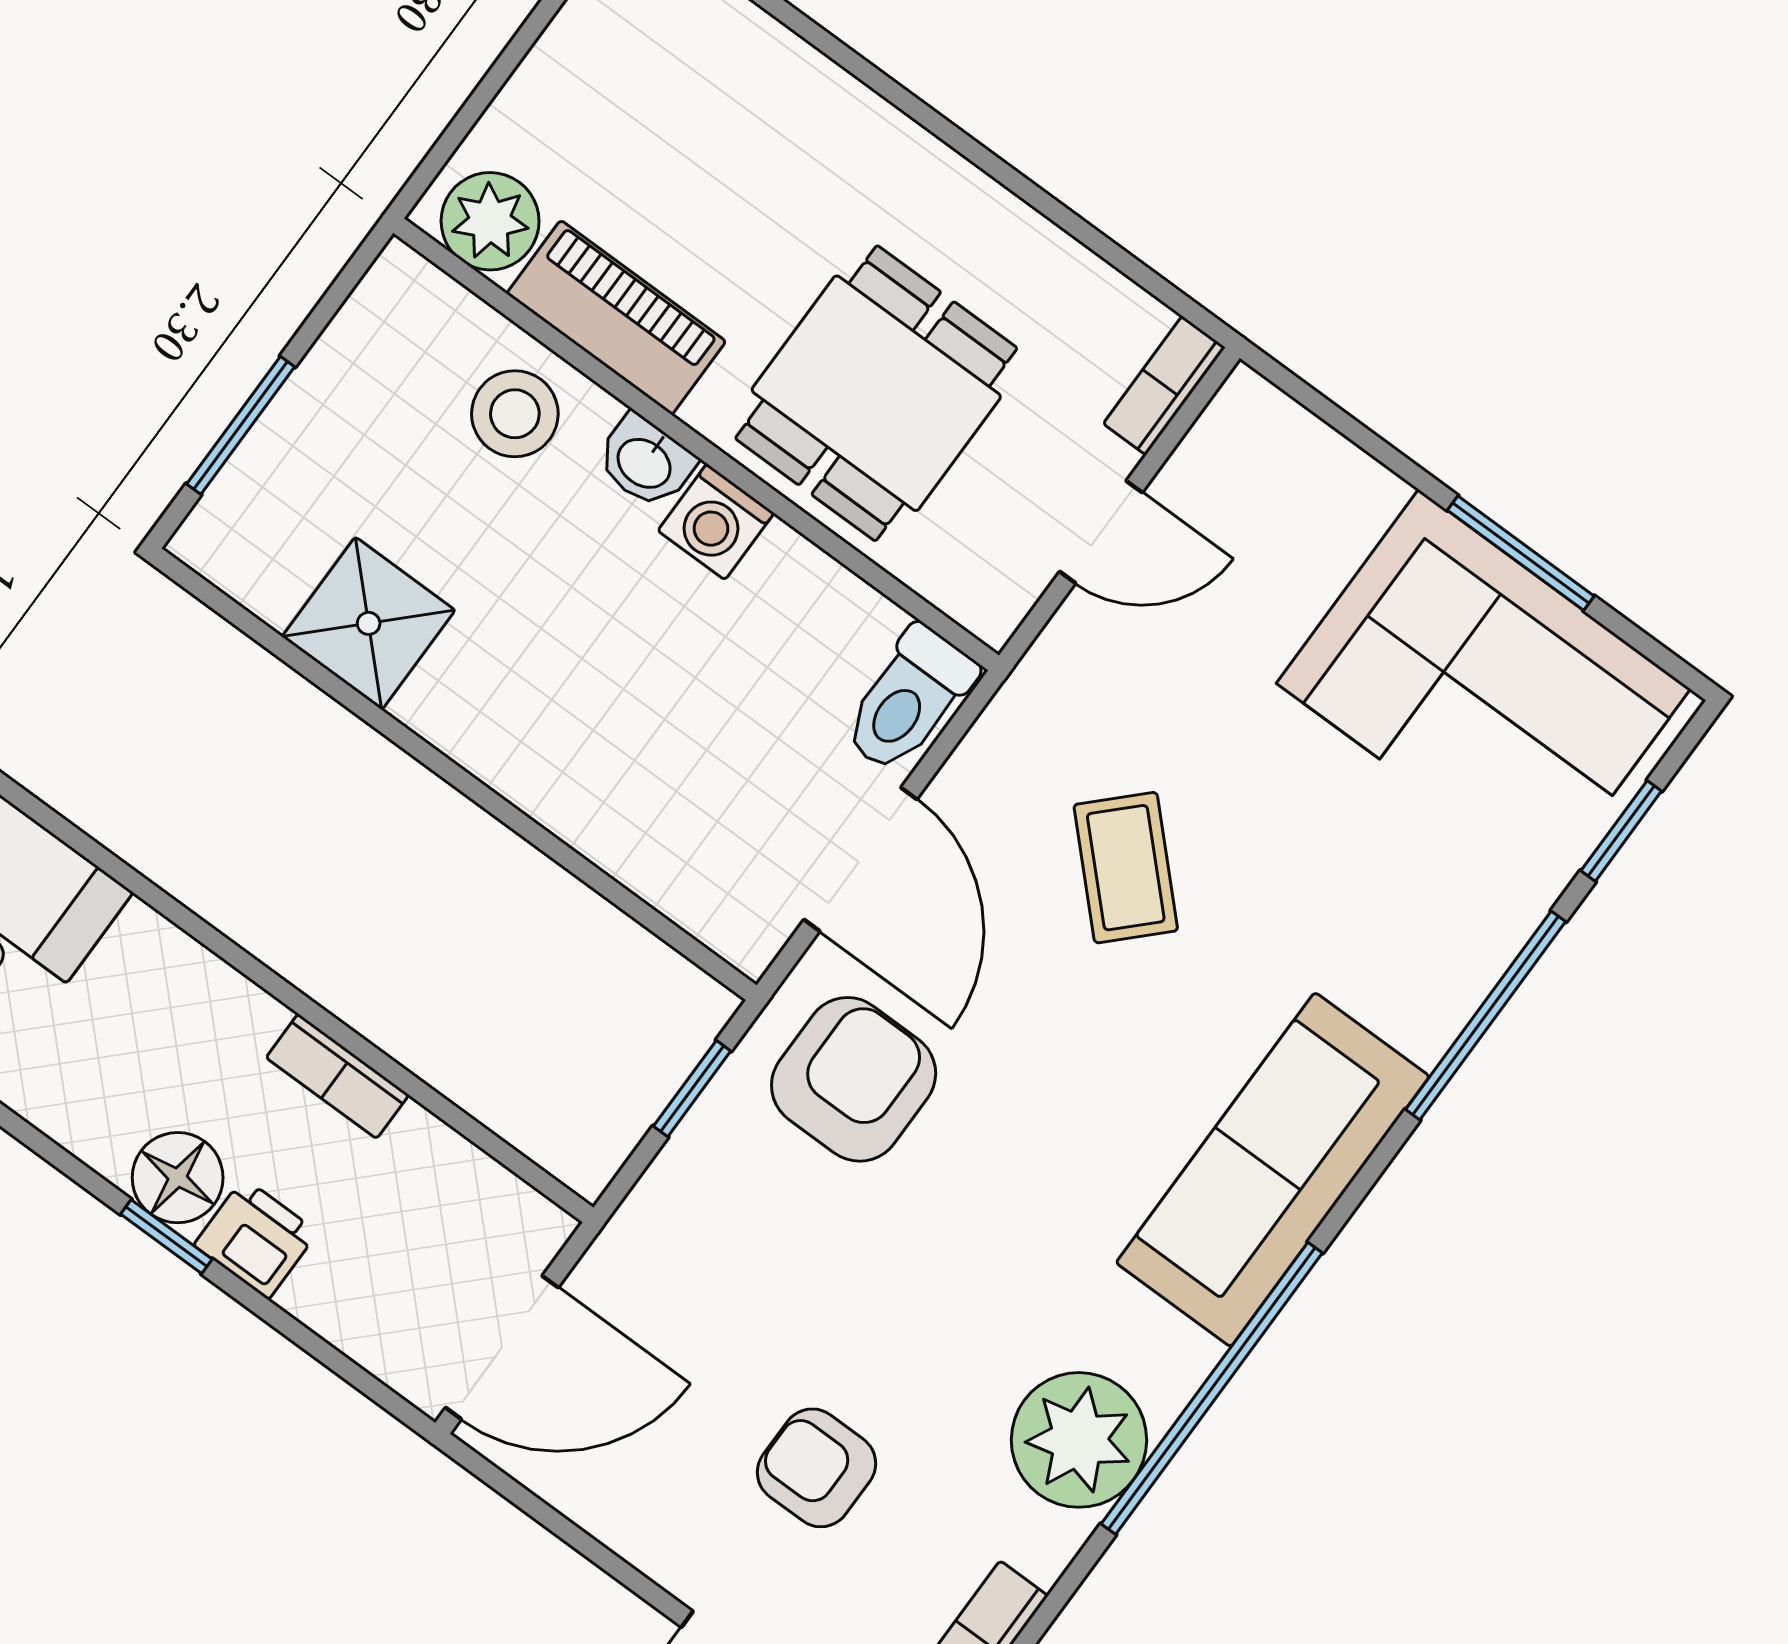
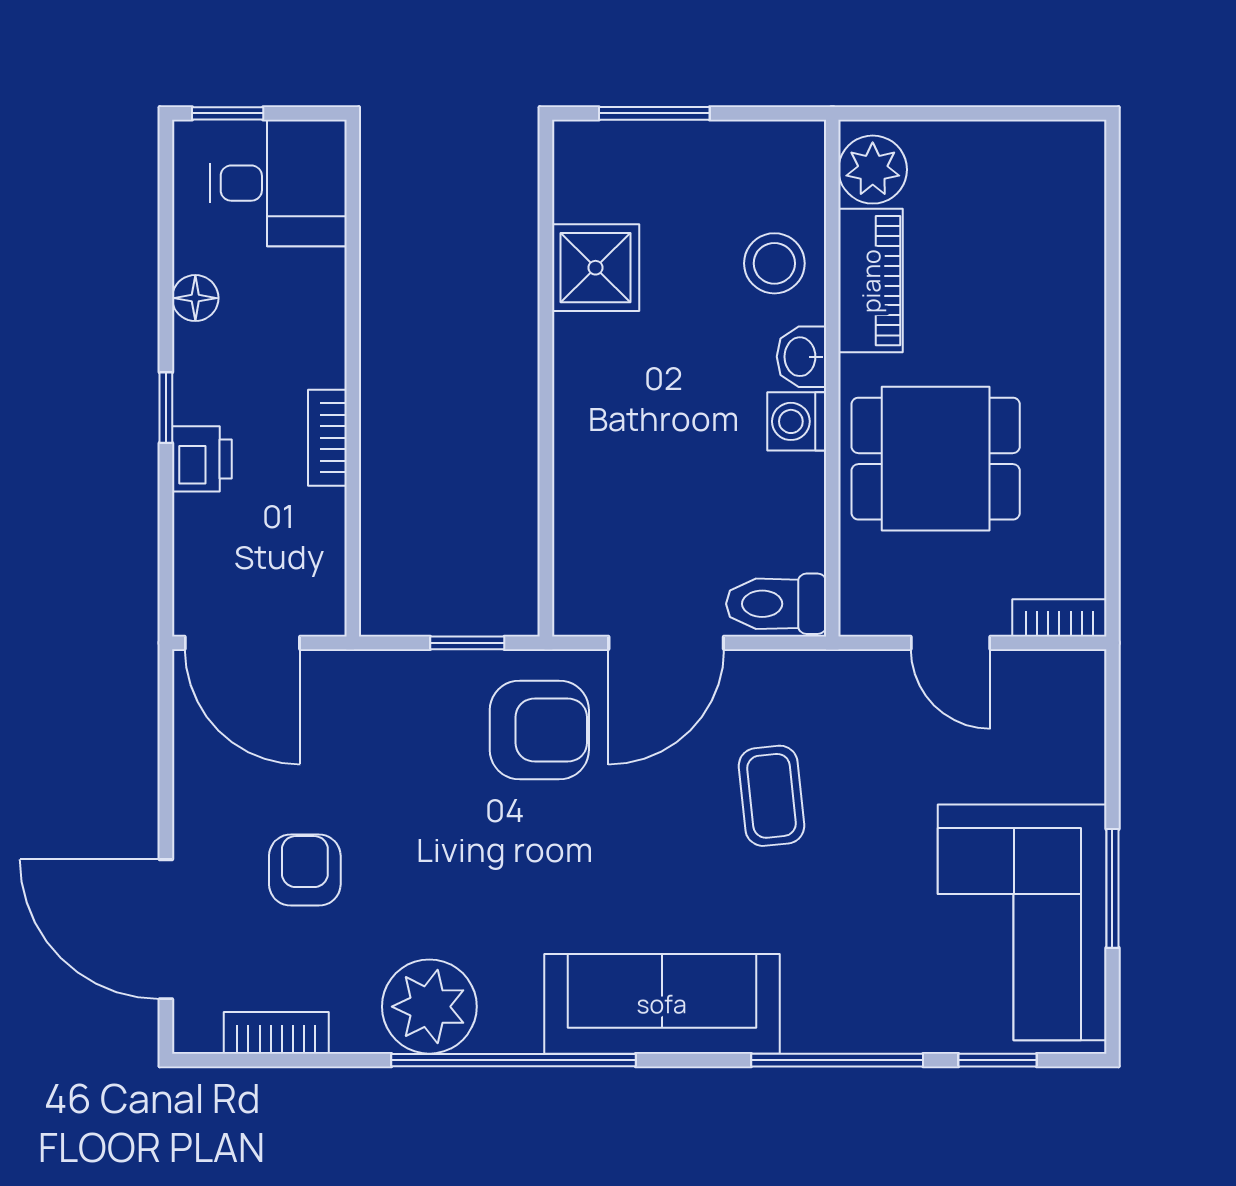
coffee table: (1126, 868) -> (771, 796), turned -51
floor lamp: (178, 1178) -> (195, 298), moved, width x0.73, depth x0.73

